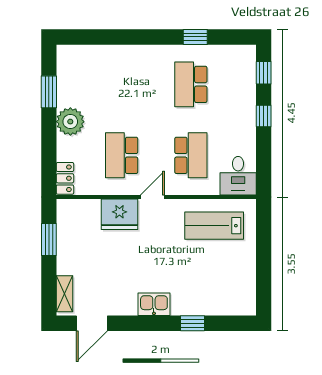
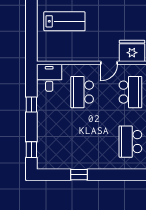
school desk: (191, 84) -> (130, 142), moved, turned 180
window: (264, 116) -> (31, 105), moved
lab bench: (214, 226) -> (64, 21), moved

